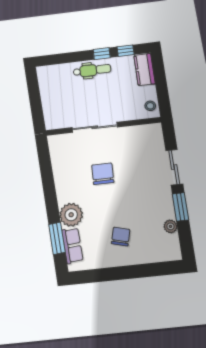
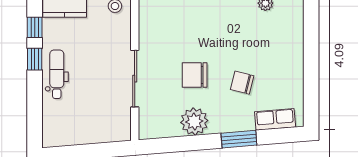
plant: (71, 215) -> (194, 121), moved
chair: (121, 236) -> (242, 83), moved
window: (57, 238) -> (239, 139), moved

